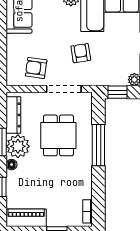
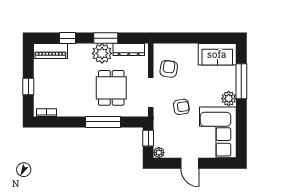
dining table: (58, 135) -> (111, 88), turned 90
floor lamp: (12, 165) -> (86, 48), removed
piano: (26, 218) -> (50, 51), moved, turned 90

